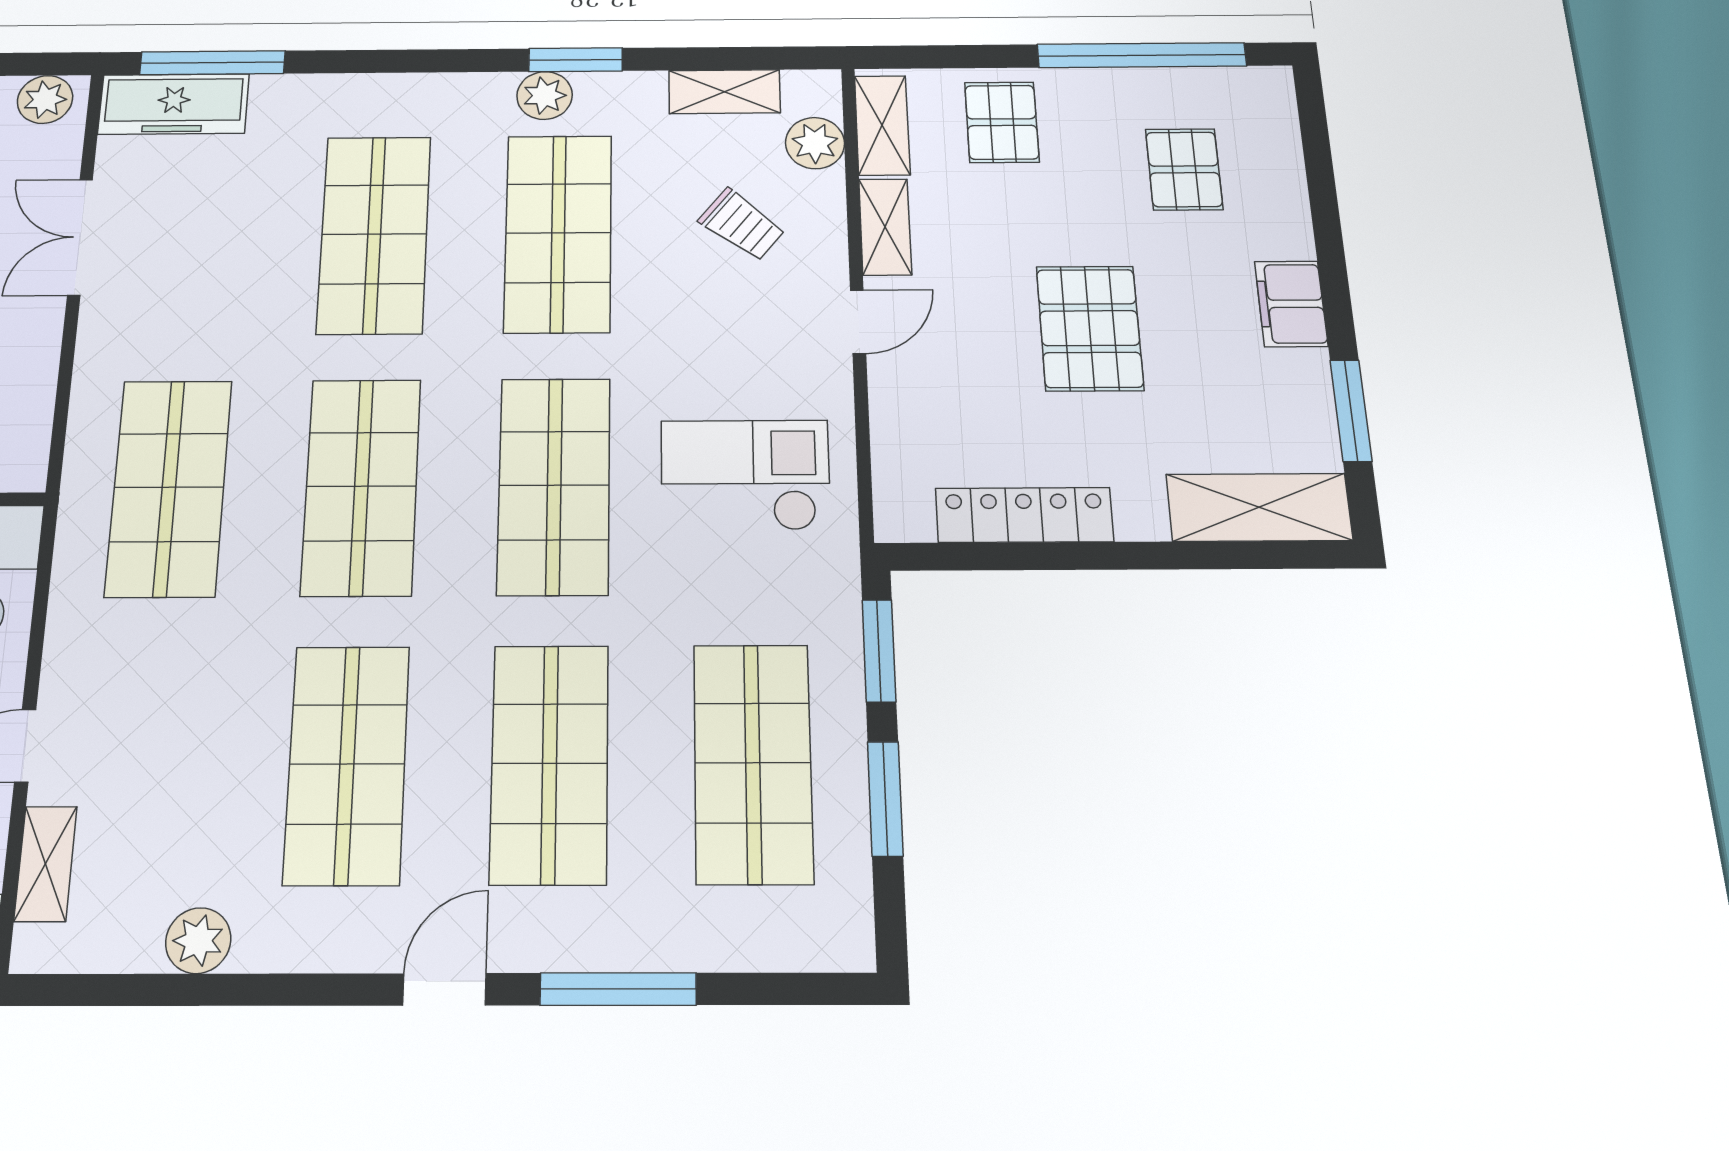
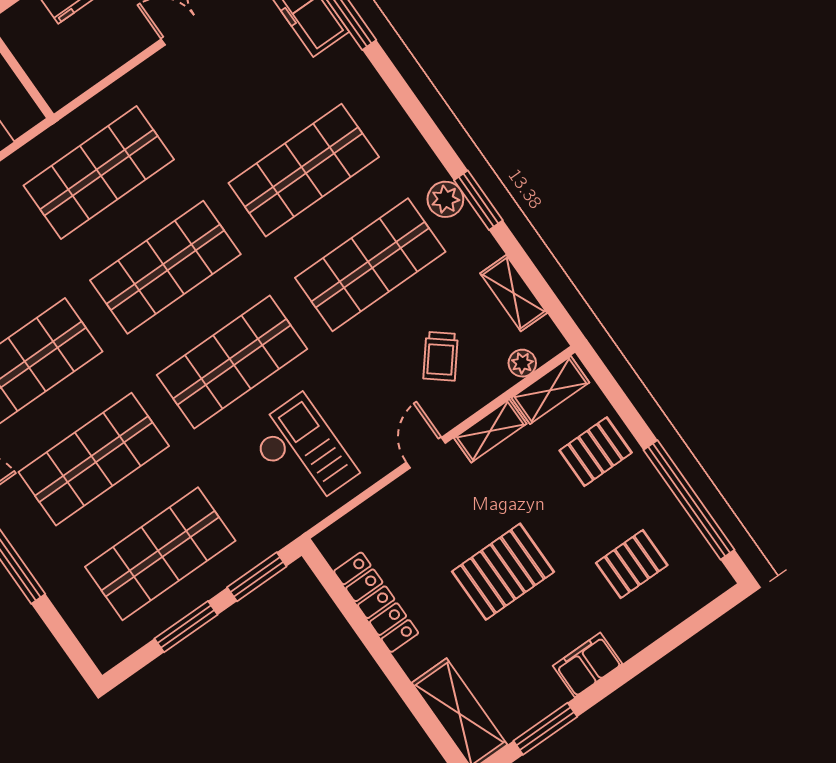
plant: (815, 143) -> (522, 363), width x0.73, depth x0.73
door: (858, 322) -> (426, 453), swing flipped

